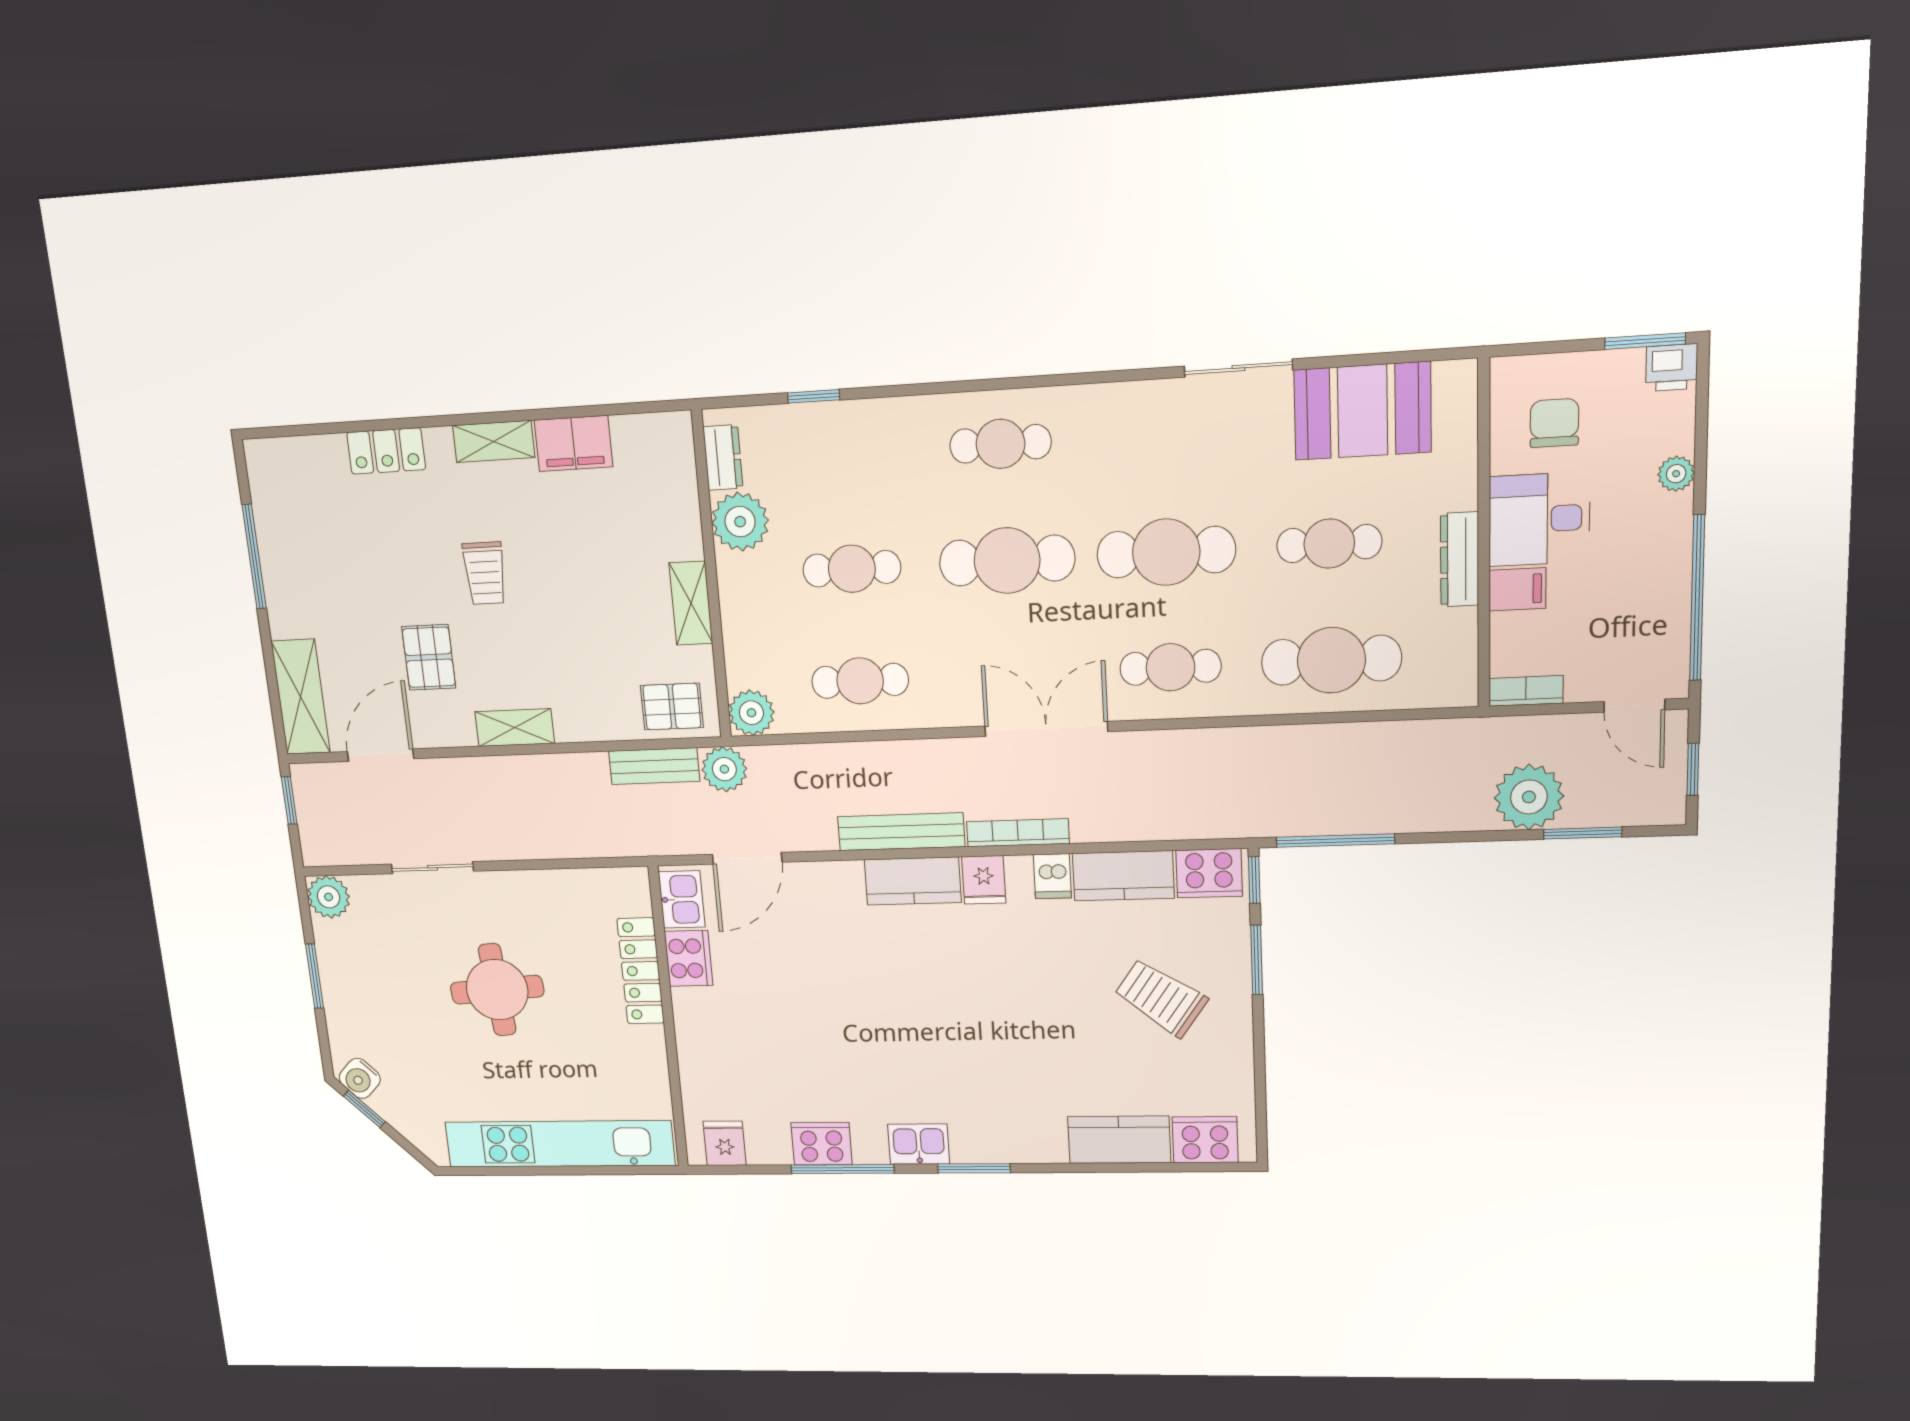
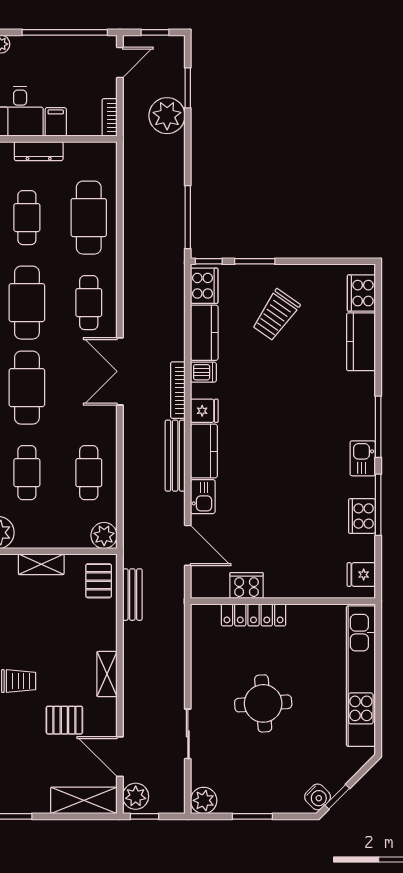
plant: (724, 769) -> (136, 796), moved
kitchen sink: (682, 899) -> (203, 497), moved, turned 90
window: (974, 1168) -> (378, 427), width x1.44

